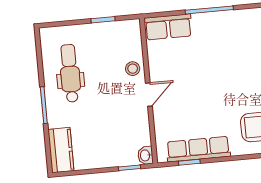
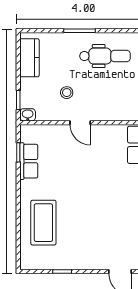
stool: (133, 69) -> (67, 93), moved
row of seats: (198, 149) -> (29, 161), width x0.68
kitchen counter: (61, 150) -> (29, 58), moved, turned -90

